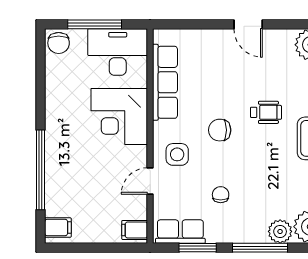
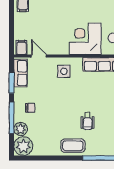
chair: (220, 130) -> (78, 95), removed
door: (150, 181) -> (39, 56), moved
chair: (221, 195) -> (30, 108), moved

